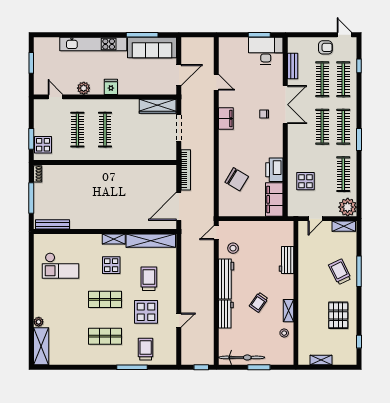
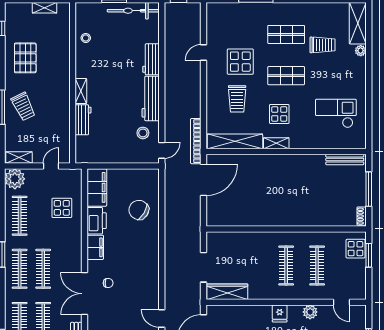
filing cabinet: (226, 118) -> (95, 247), moved, turned 180
bookcase: (186, 170) -> (196, 141), moved
trolley: (259, 302) -> (114, 72), removed
shelving: (288, 311) -> (81, 91), moved
trolley: (146, 349) -> (323, 45), moved, turned -90

